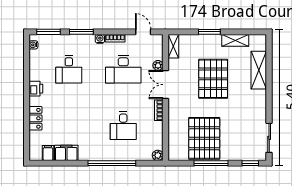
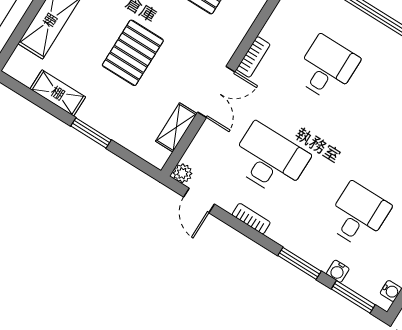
water cooler: (100, 39) -> (338, 271), moved
shelving: (173, 46) -> (176, 127), moved
plant: (158, 65) -> (182, 173), moved
pallet: (213, 79) -> (133, 53), width x0.73, depth x0.71

